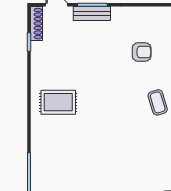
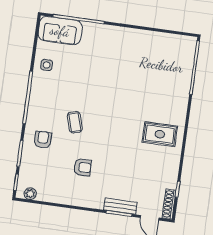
armchair: (142, 52) -> (82, 167), turned 180

